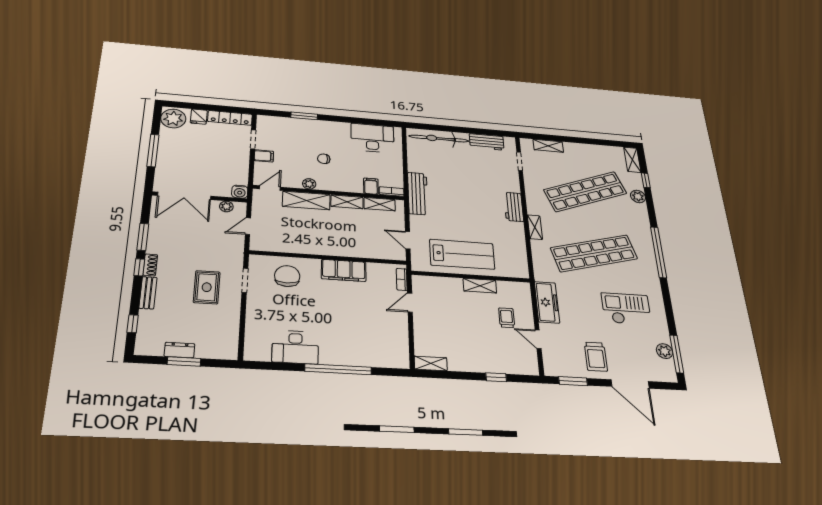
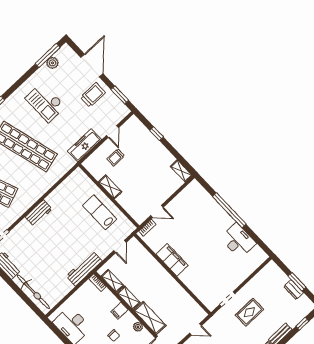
filing cabinet: (371, 186) -> (120, 311), moved
shelving: (535, 227) -> (41, 191), removed
lab bench: (462, 254) -> (100, 212), width x0.73, depth x0.72
chair: (287, 276) -> (204, 283), removed

